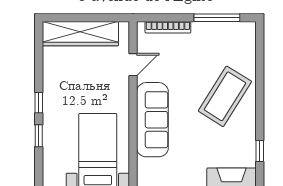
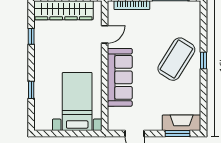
window: (39, 103) -> (31, 36), moved
window: (260, 151) -> (204, 60), moved

